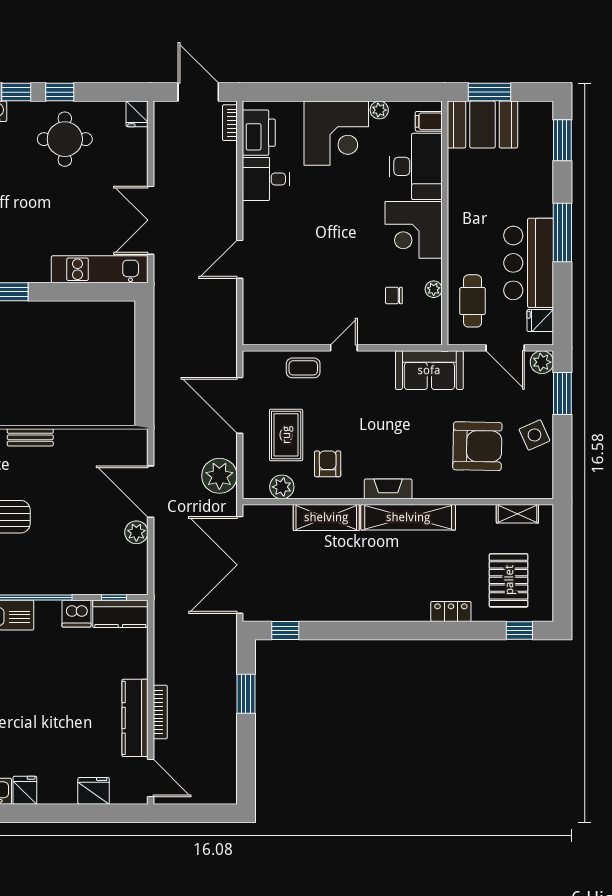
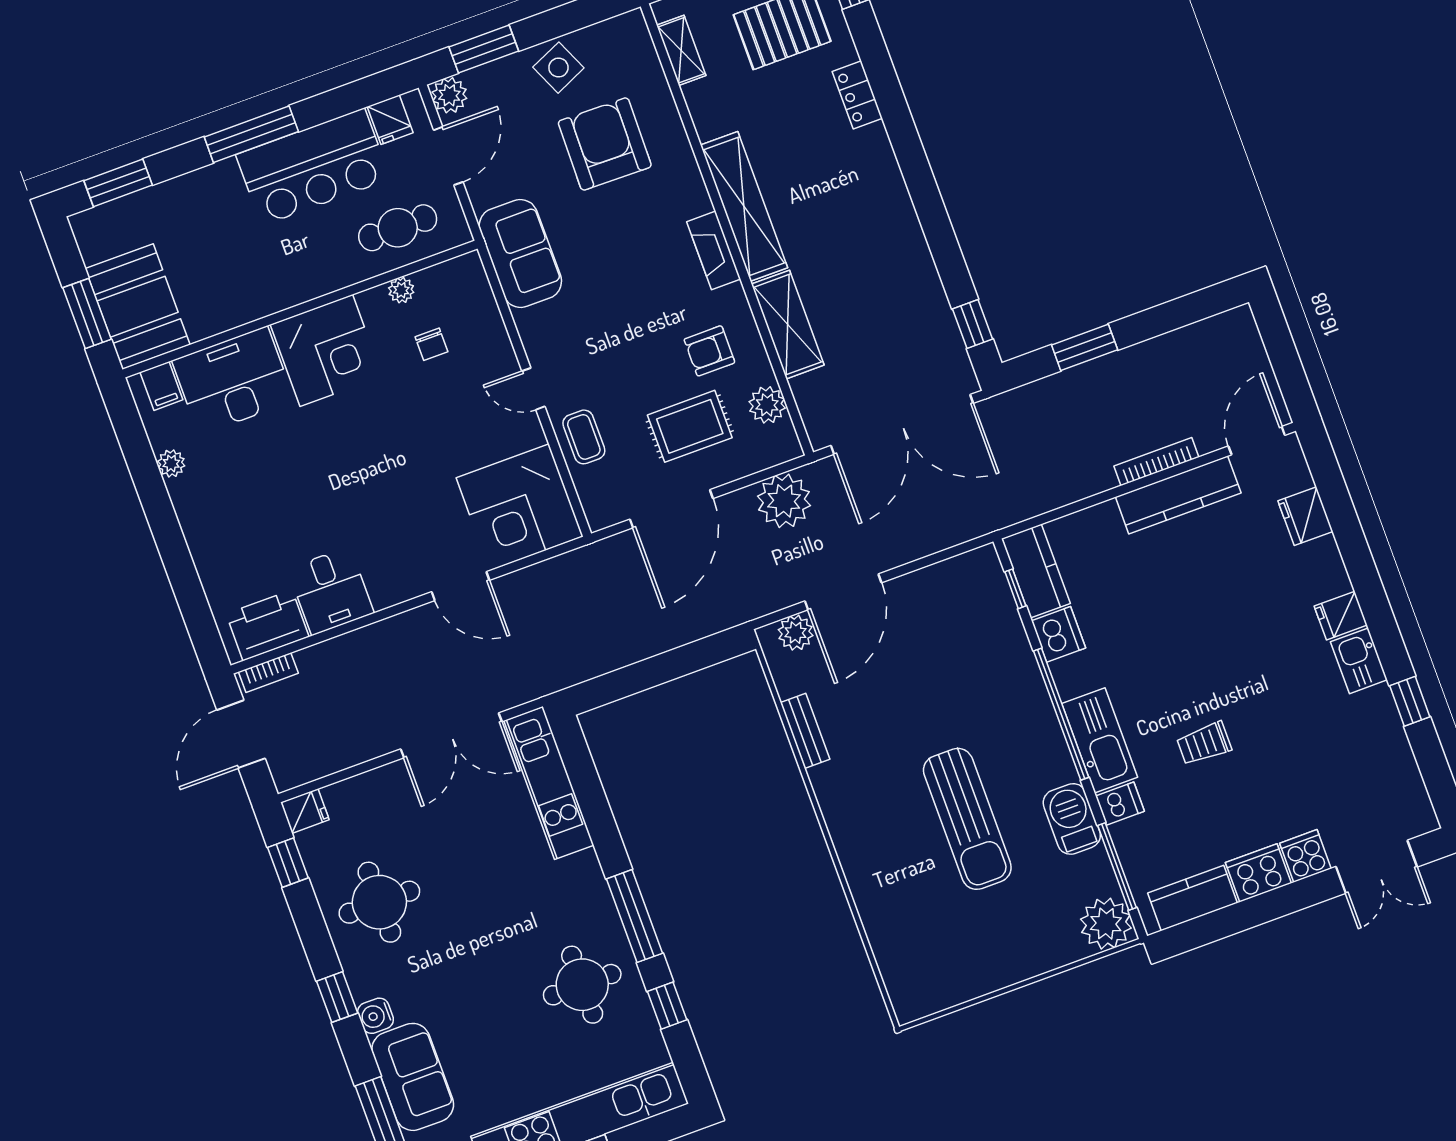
window: (60, 92) -> (288, 863), moved
corner desk: (336, 133) -> (520, 507), moved, turned 180
bench: (30, 437) -> (805, 731), moved
plant: (136, 532) -> (796, 633), moved

